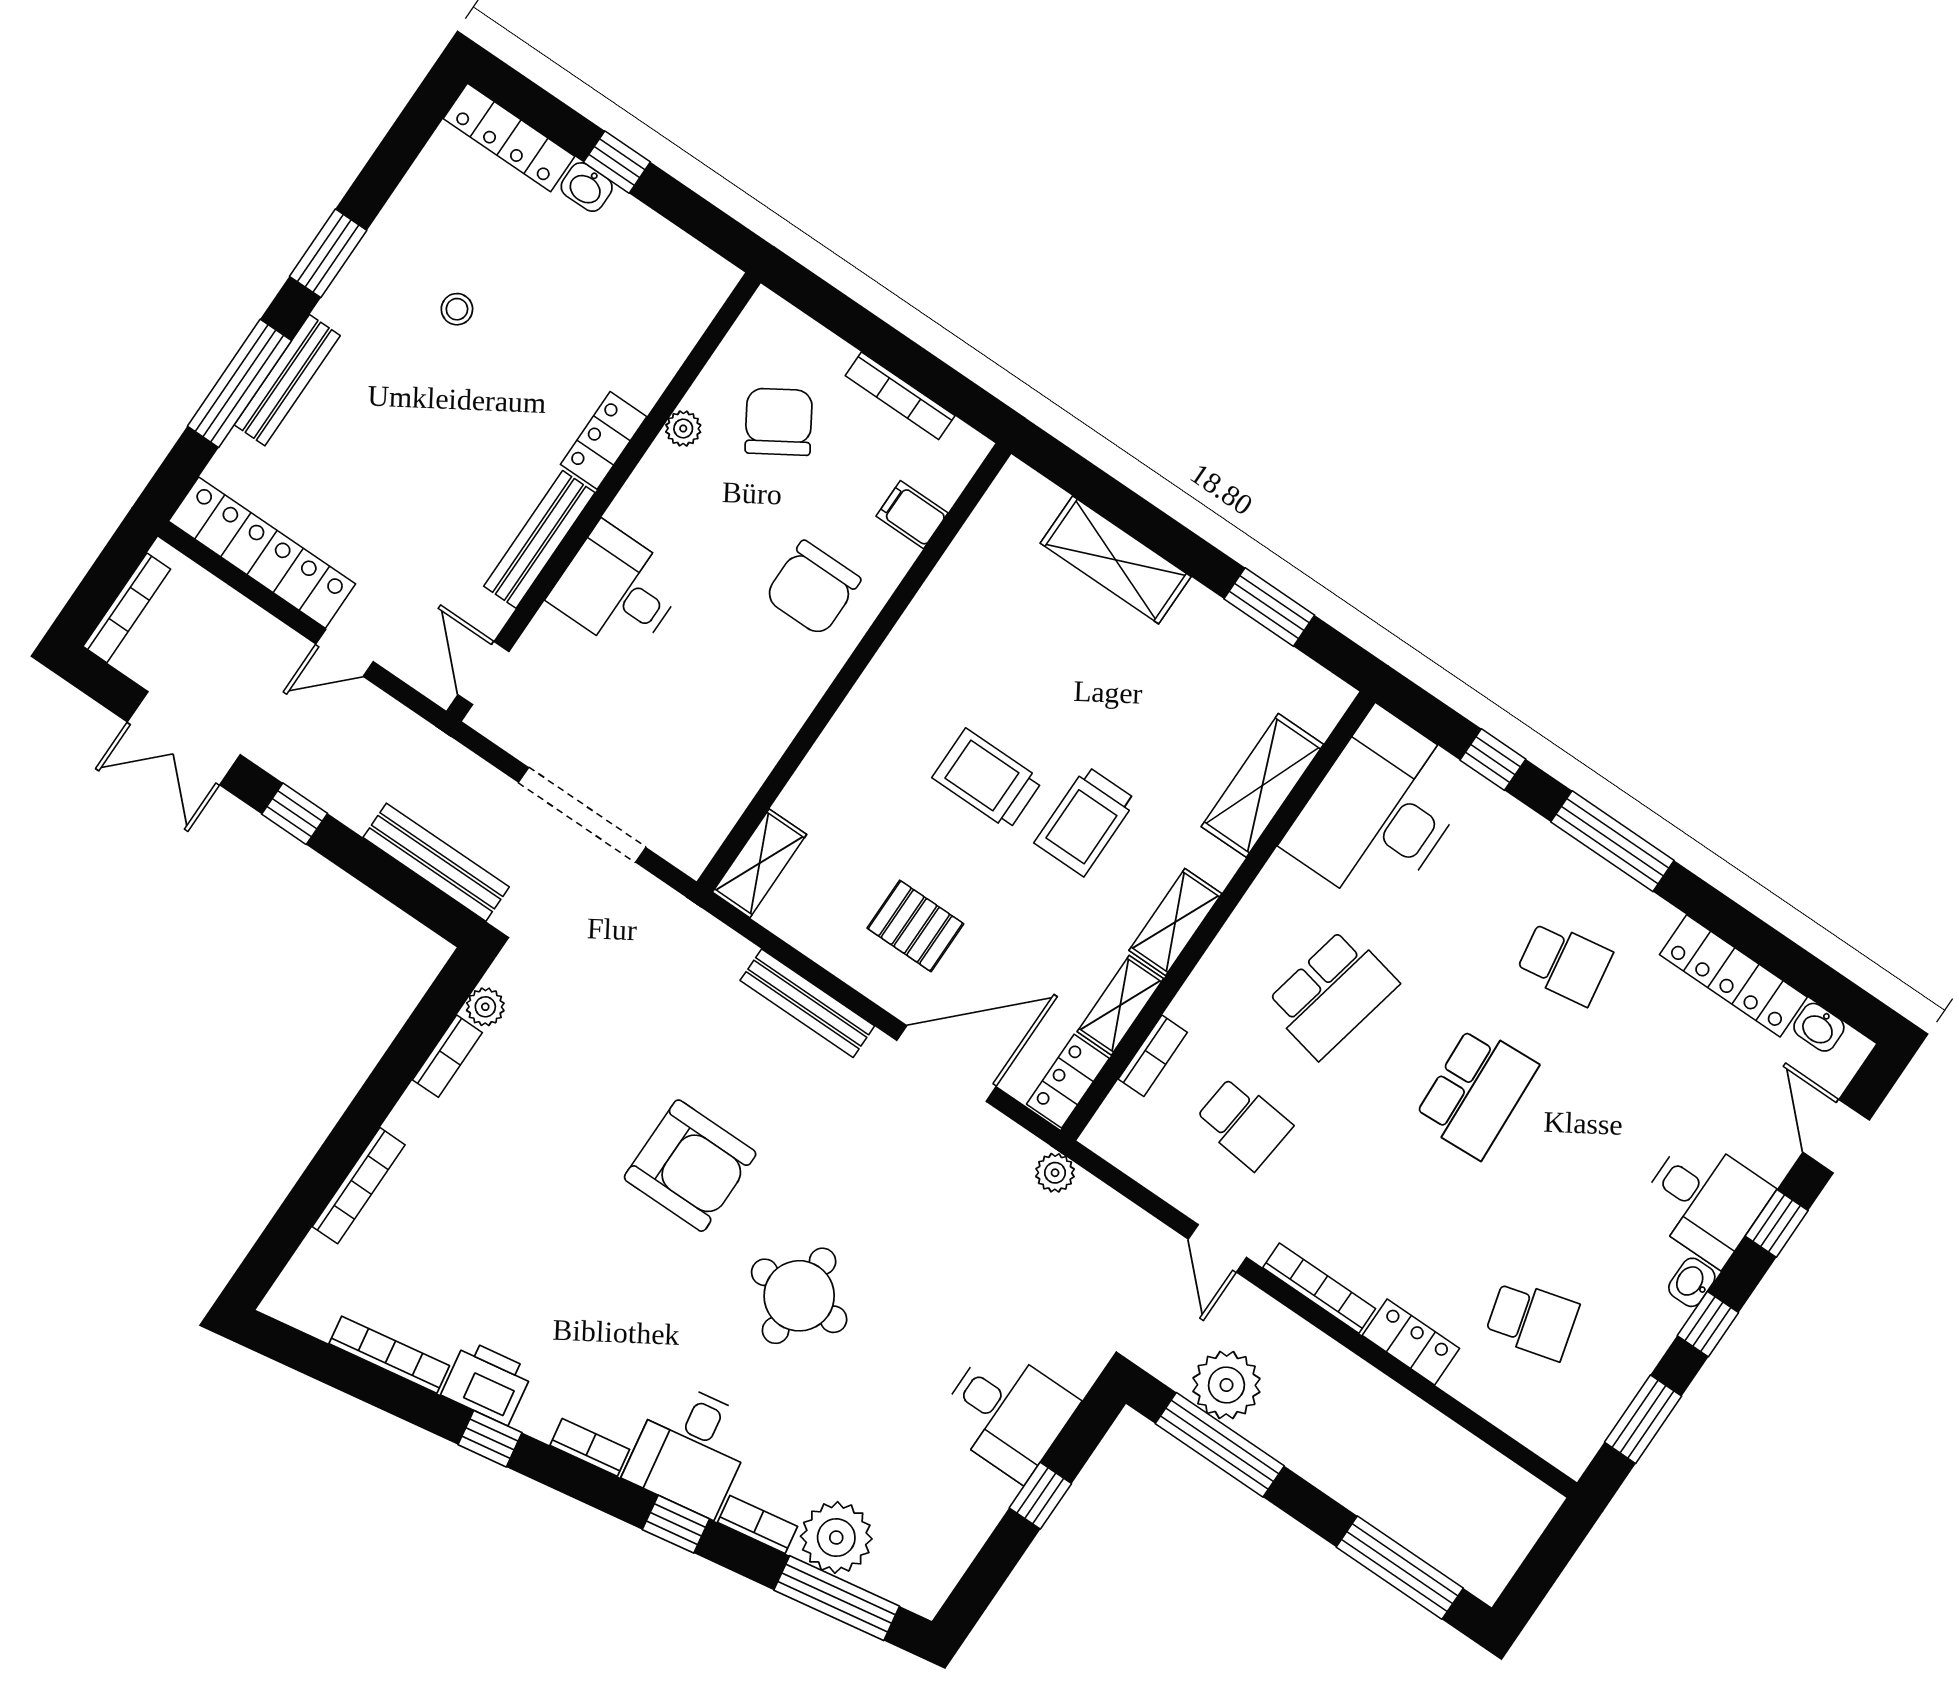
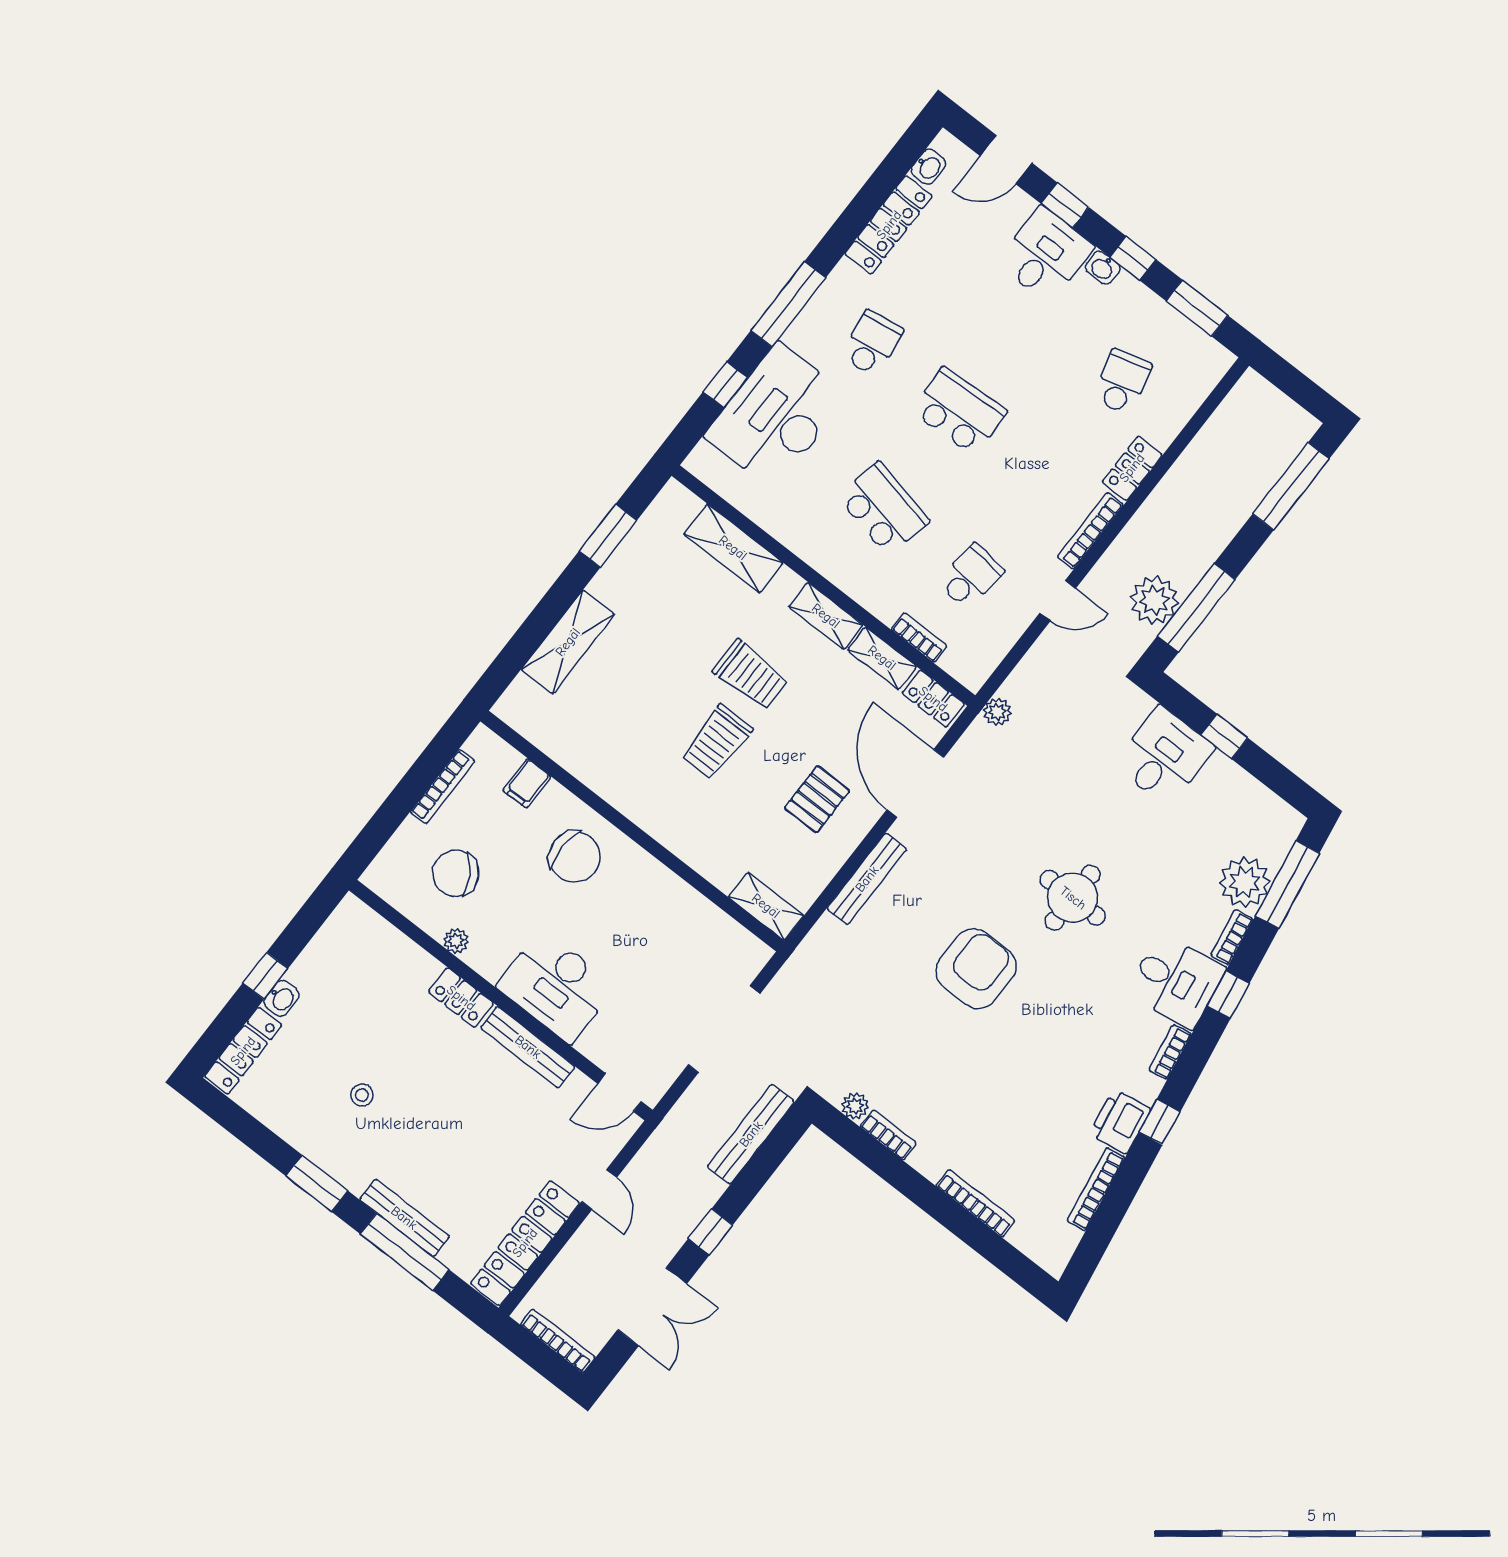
desk: (617, 589) -> (556, 986), width x1.37
desk: (1380, 811) -> (776, 416), moved, turned 90

